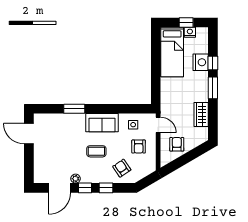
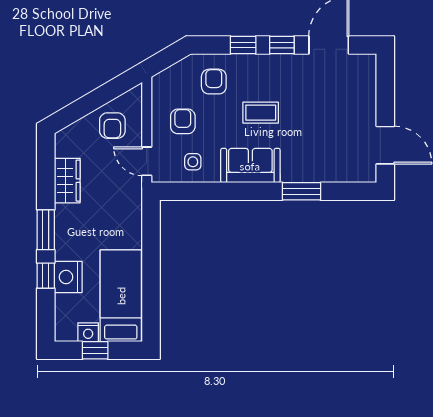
armchair: (122, 168) -> (214, 82), turned -146
plant: (76, 179) -> (299, 62), removed

